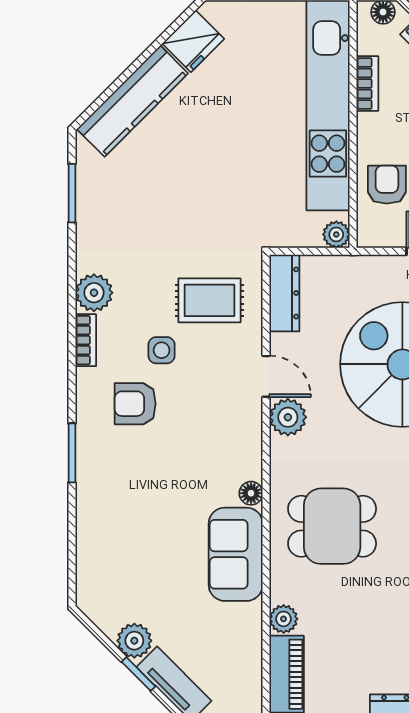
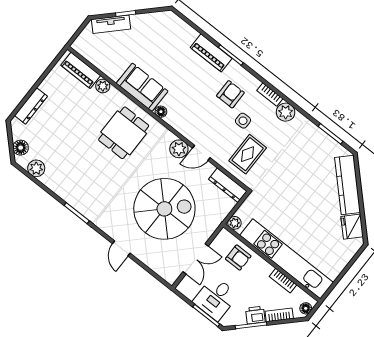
piano: (93, 487) -> (211, 53), added
plant: (134, 641) -> (140, 22), removed

